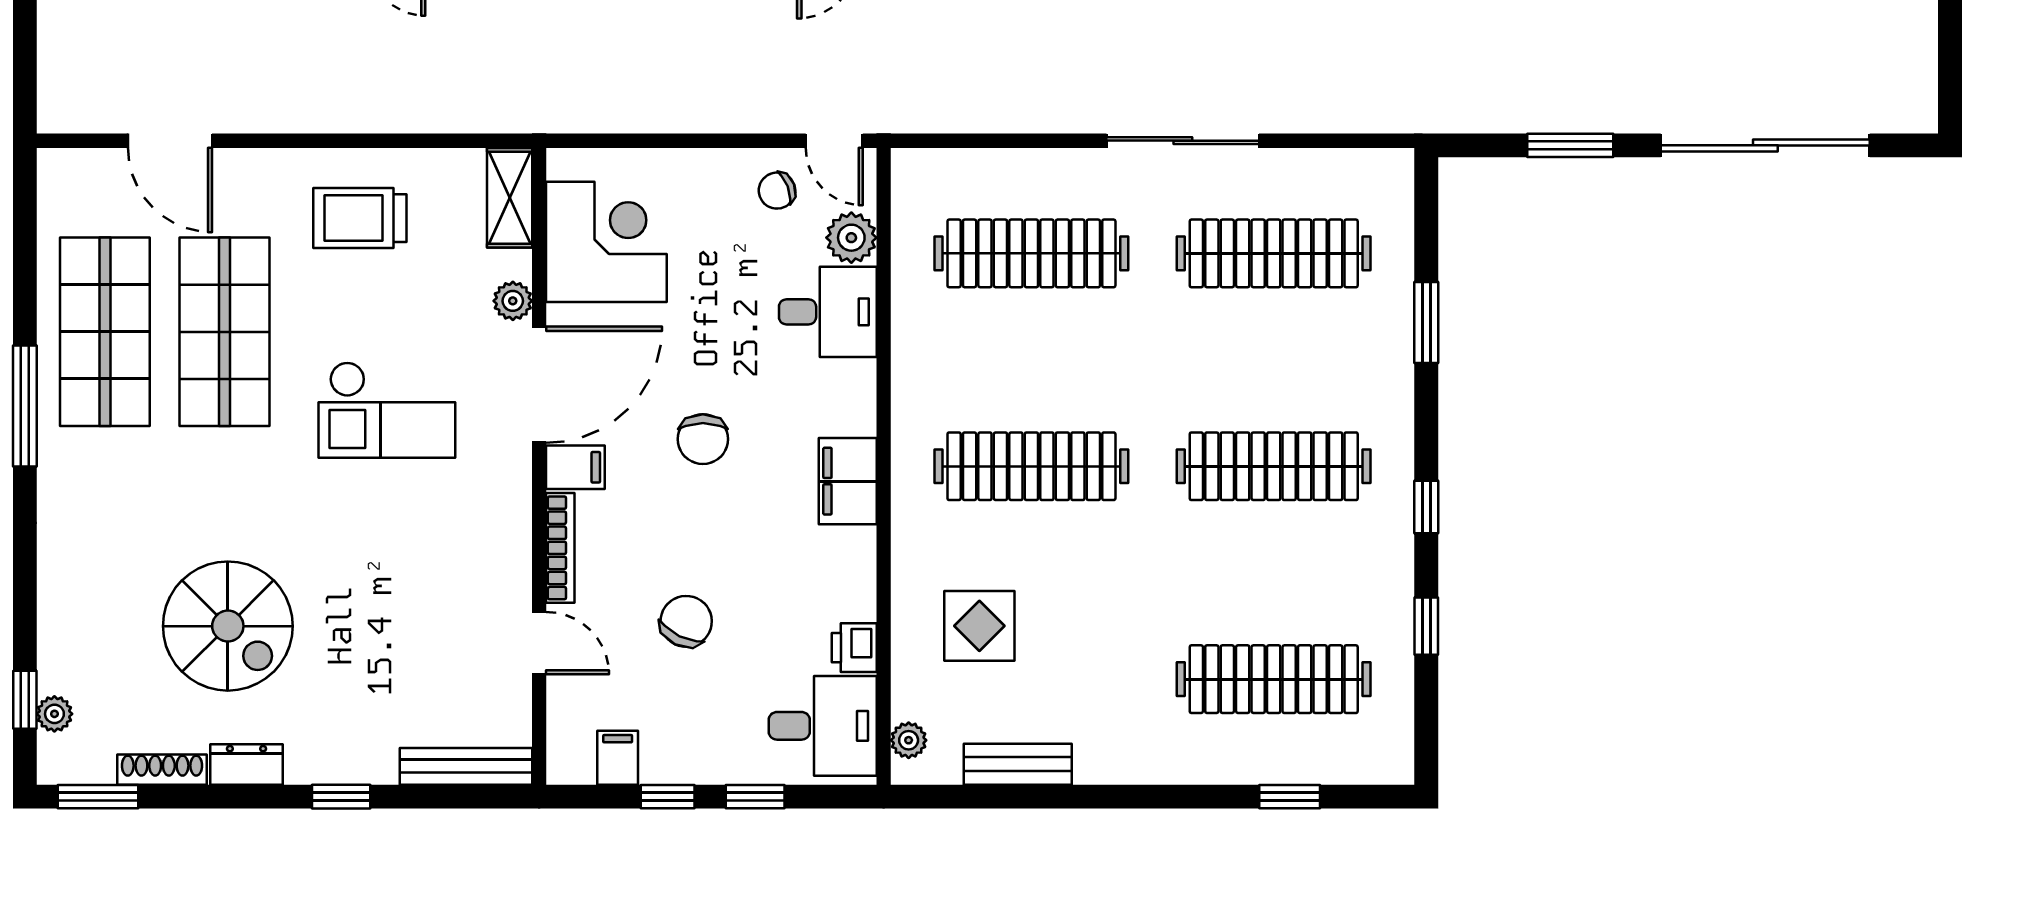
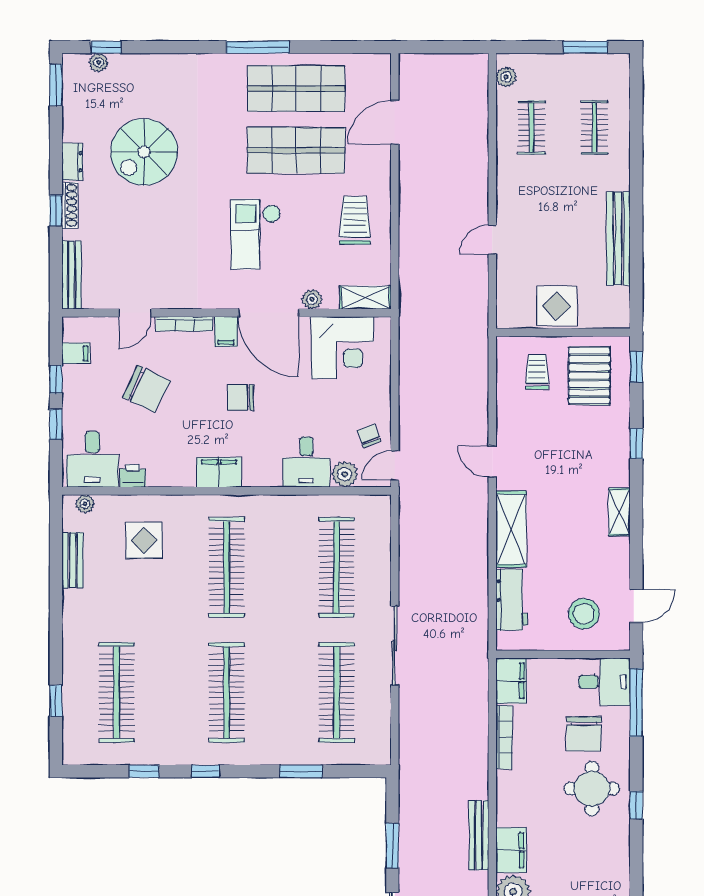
chair: (686, 621) -> (146, 389), width x1.37, depth x1.37
shoe rack: (162, 770) -> (70, 205), moved

